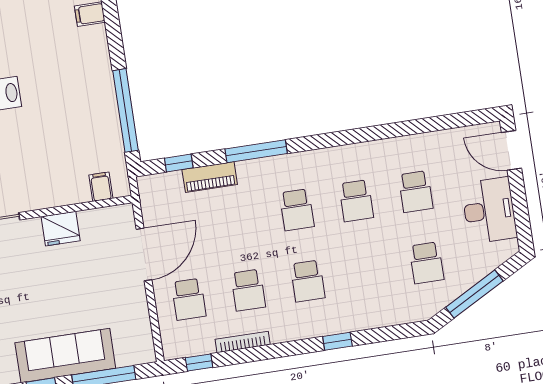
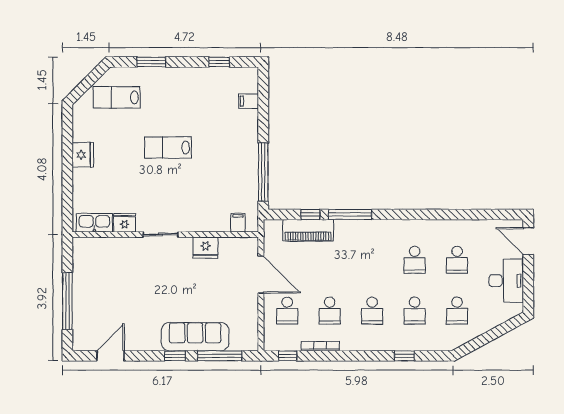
window: (179, 163) -> (310, 215), moved
piano: (210, 177) -> (308, 230), width x1.37, depth x1.33
school desk: (297, 210) -> (415, 311), moved
door: (144, 254) -> (261, 275), hinge flipped
window: (474, 294) -> (487, 337), removed
window: (337, 341) -> (404, 356), moved

